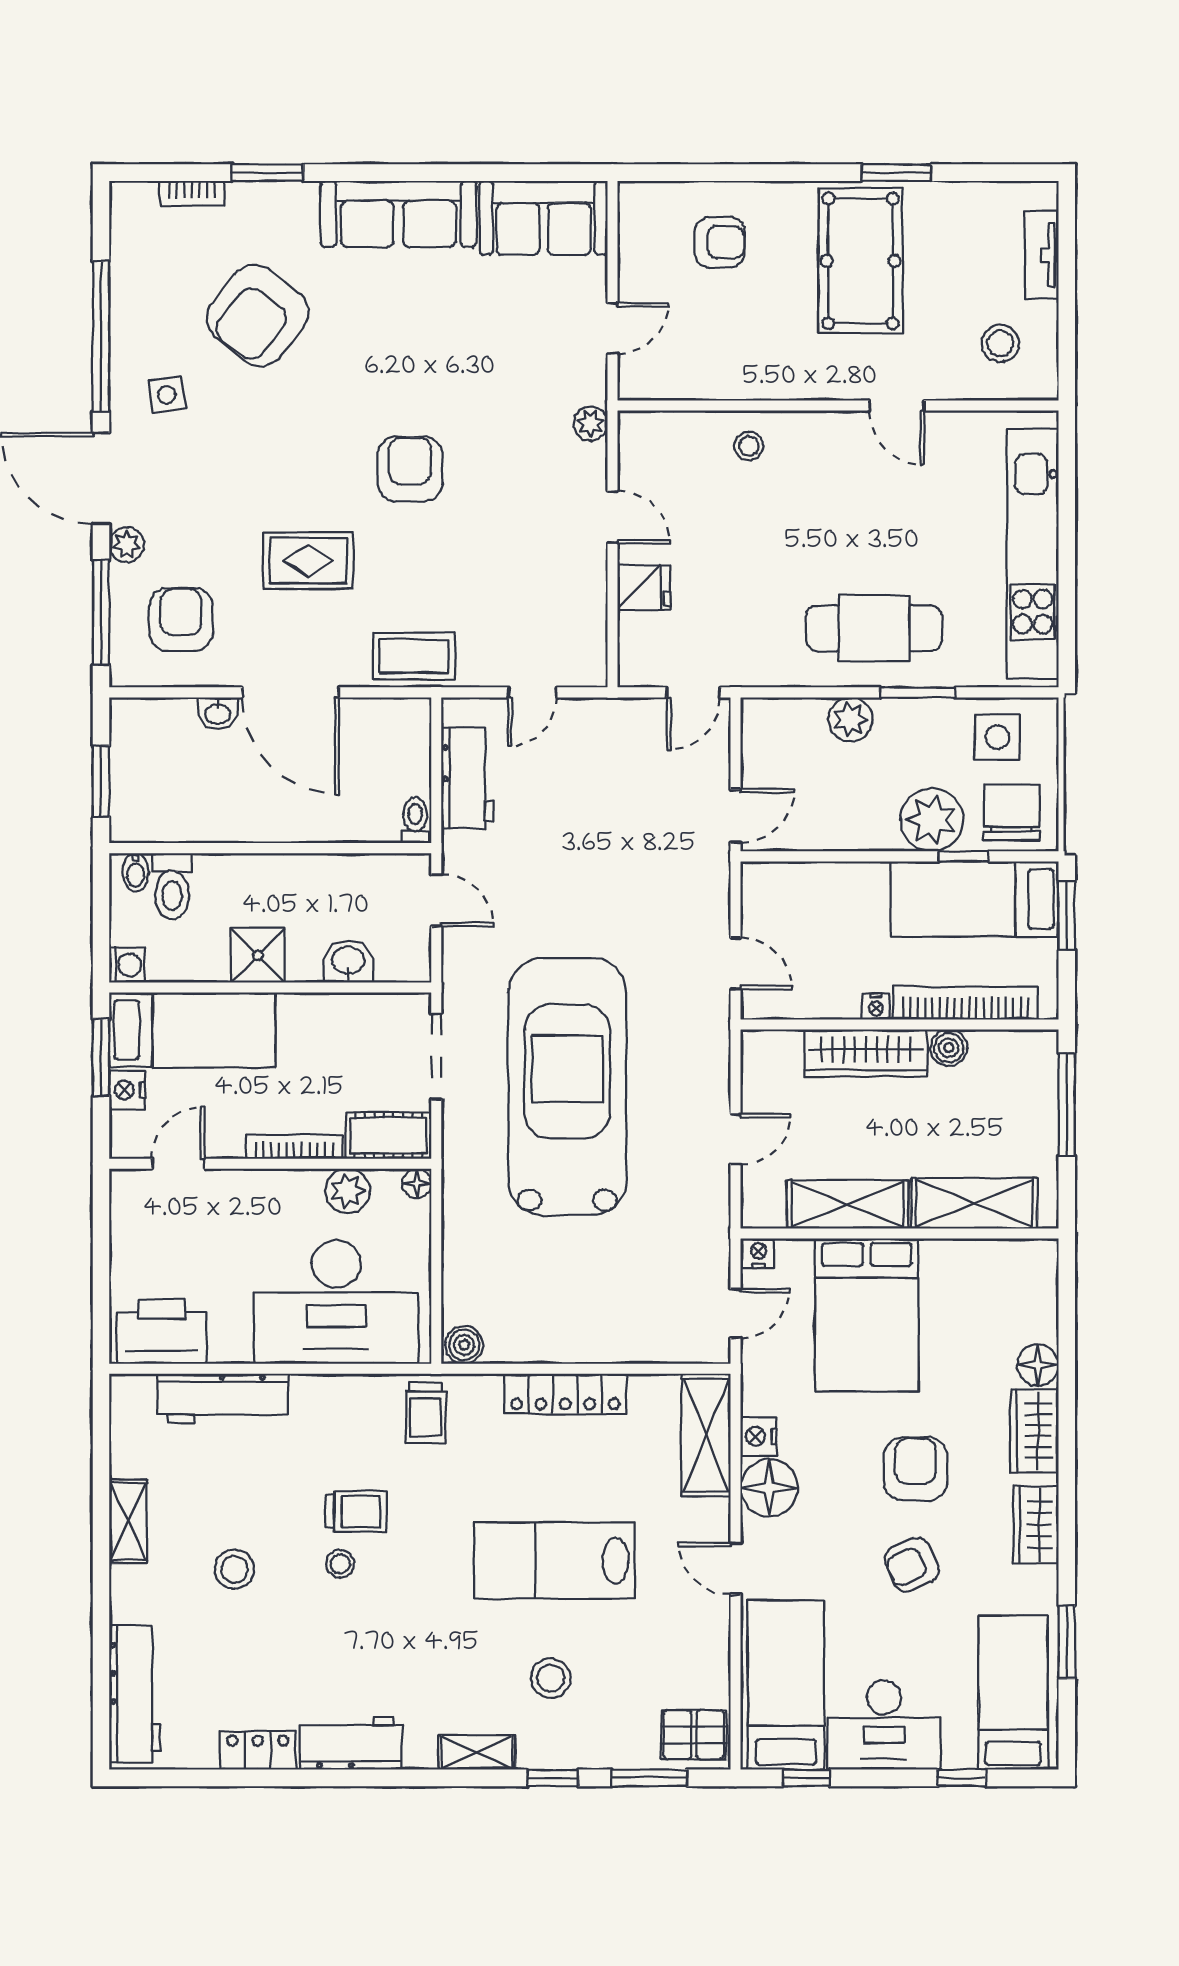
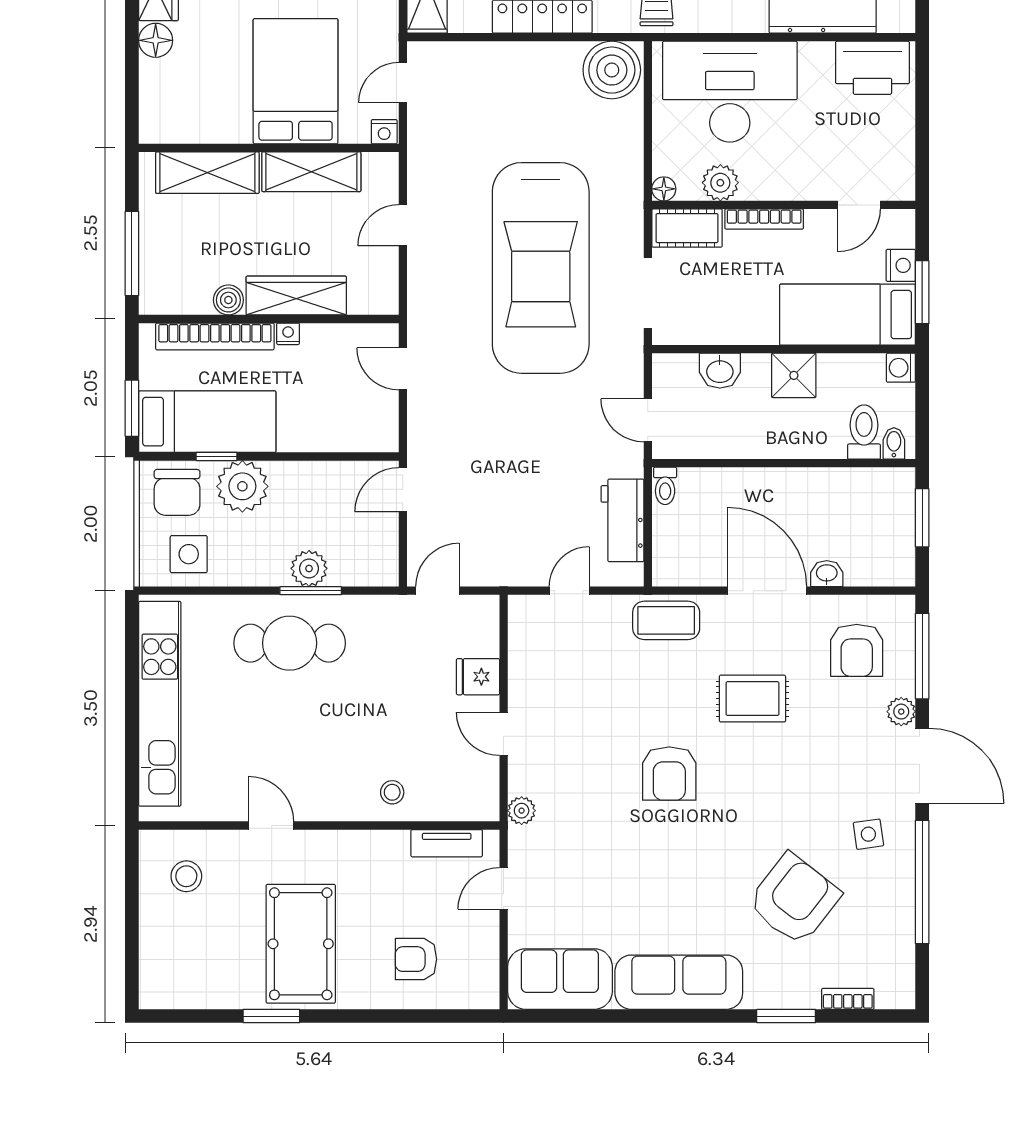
tv unit: (1042, 255) -> (447, 843), moved, turned 90
window: (918, 692) -> (311, 591), moved
boiler: (464, 1345) -> (612, 70), width x1.86, depth x1.86

